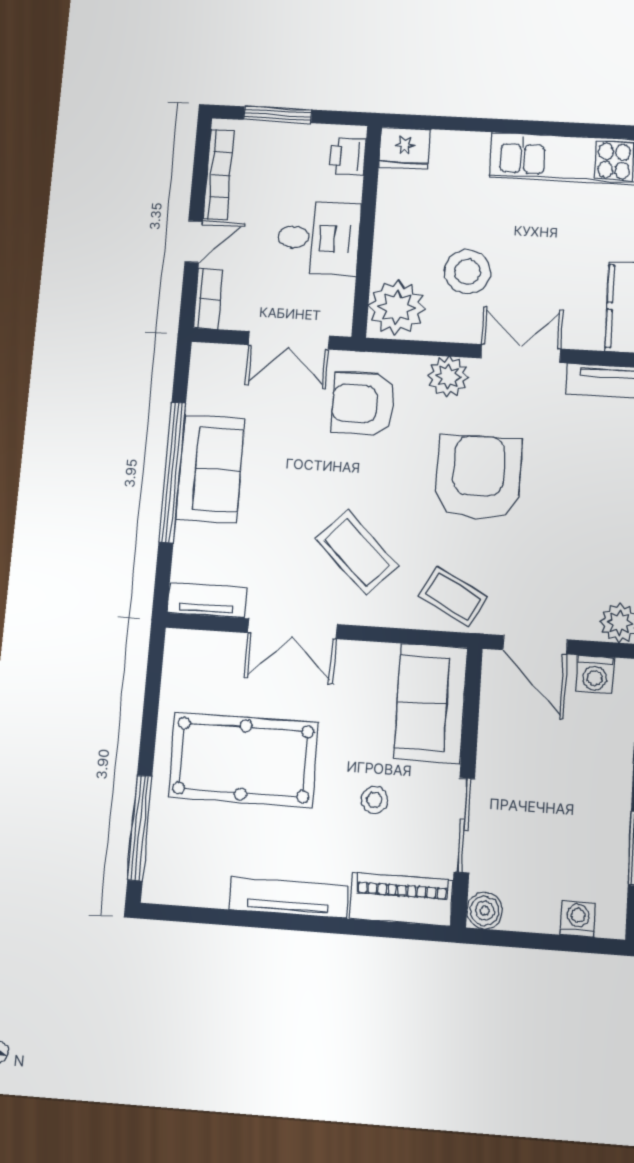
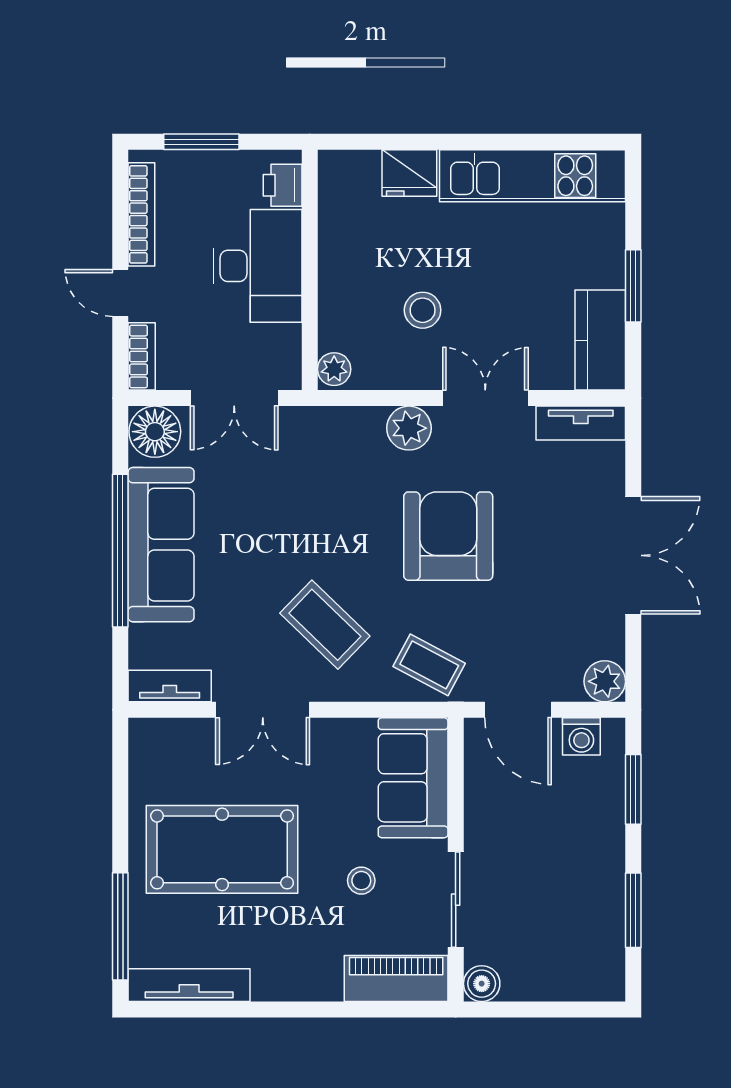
fridge: (405, 148) -> (409, 173), moved
desk: (318, 238) -> (257, 266), width x1.37
door: (194, 242) -> (120, 293), swing flipped
stool: (467, 272) -> (423, 310), width x0.73, depth x0.73
plant: (397, 307) -> (334, 369), width x0.53, depth x0.53
floor lamp: (214, 366) -> (155, 432), added
armchair: (363, 404) -> (320, 464), removed
sofa: (210, 469) -> (161, 545), width x1.36
tv unit: (289, 898) -> (189, 985), moved
washing machine: (578, 919) -> (577, 985), removed

